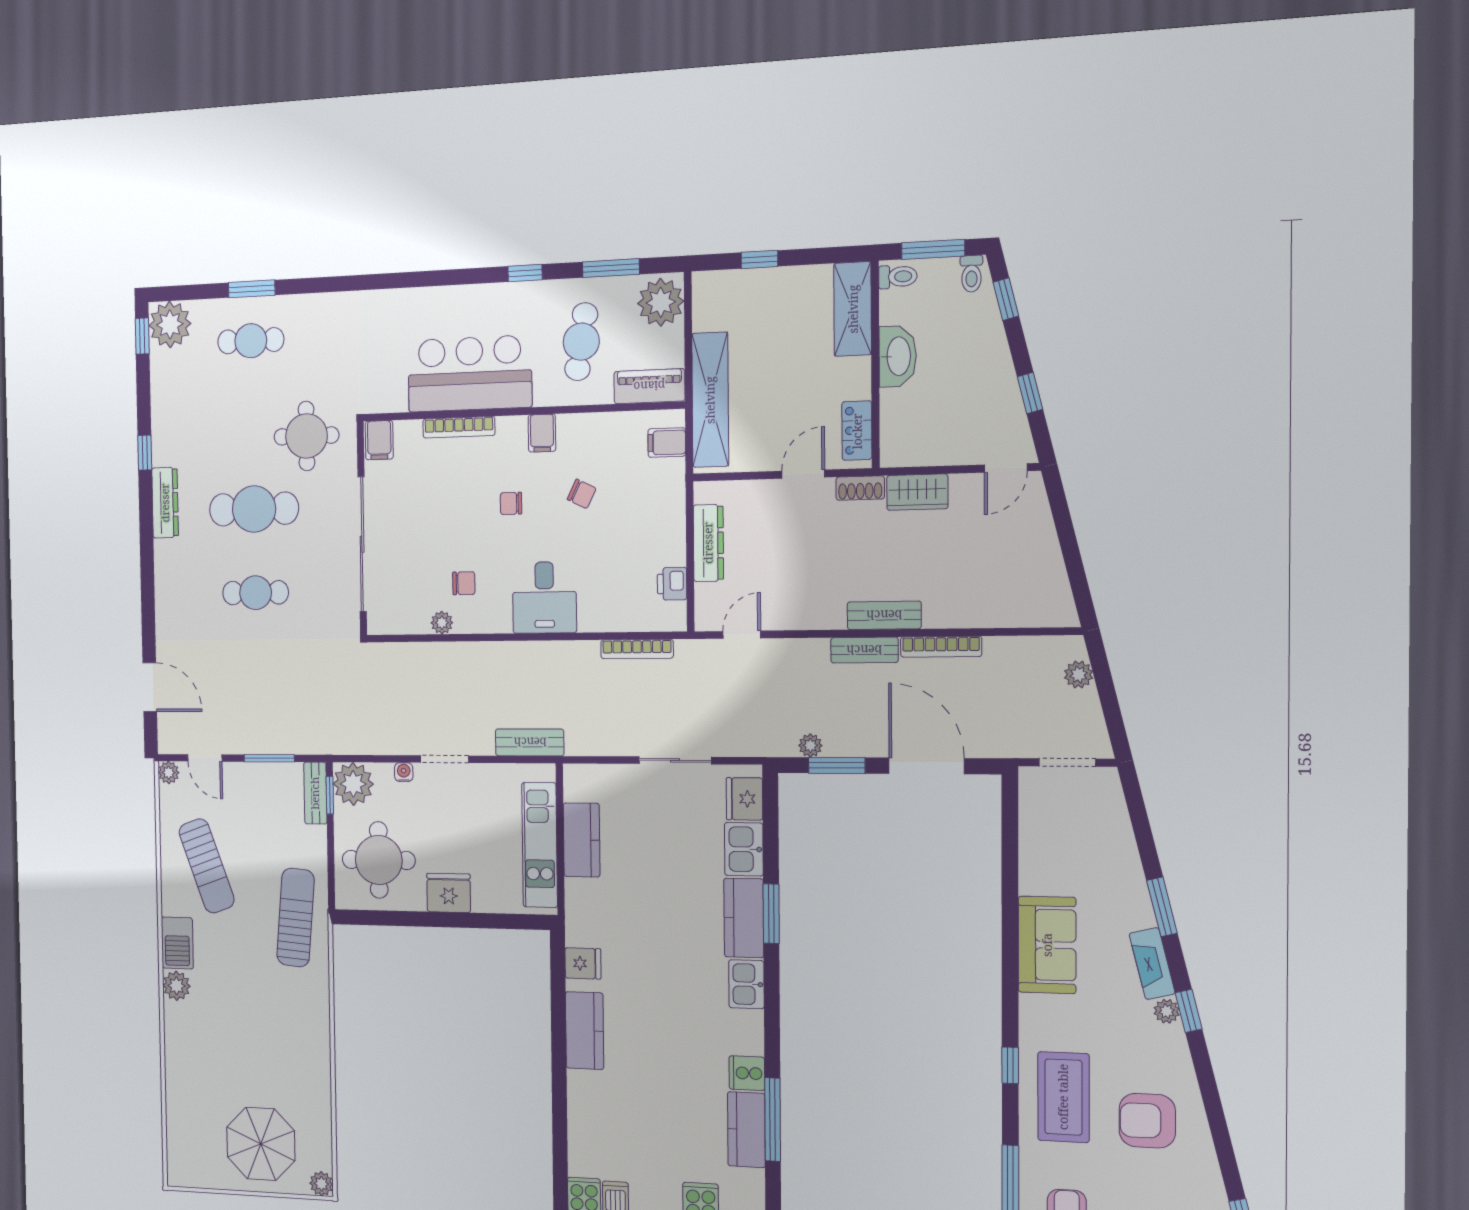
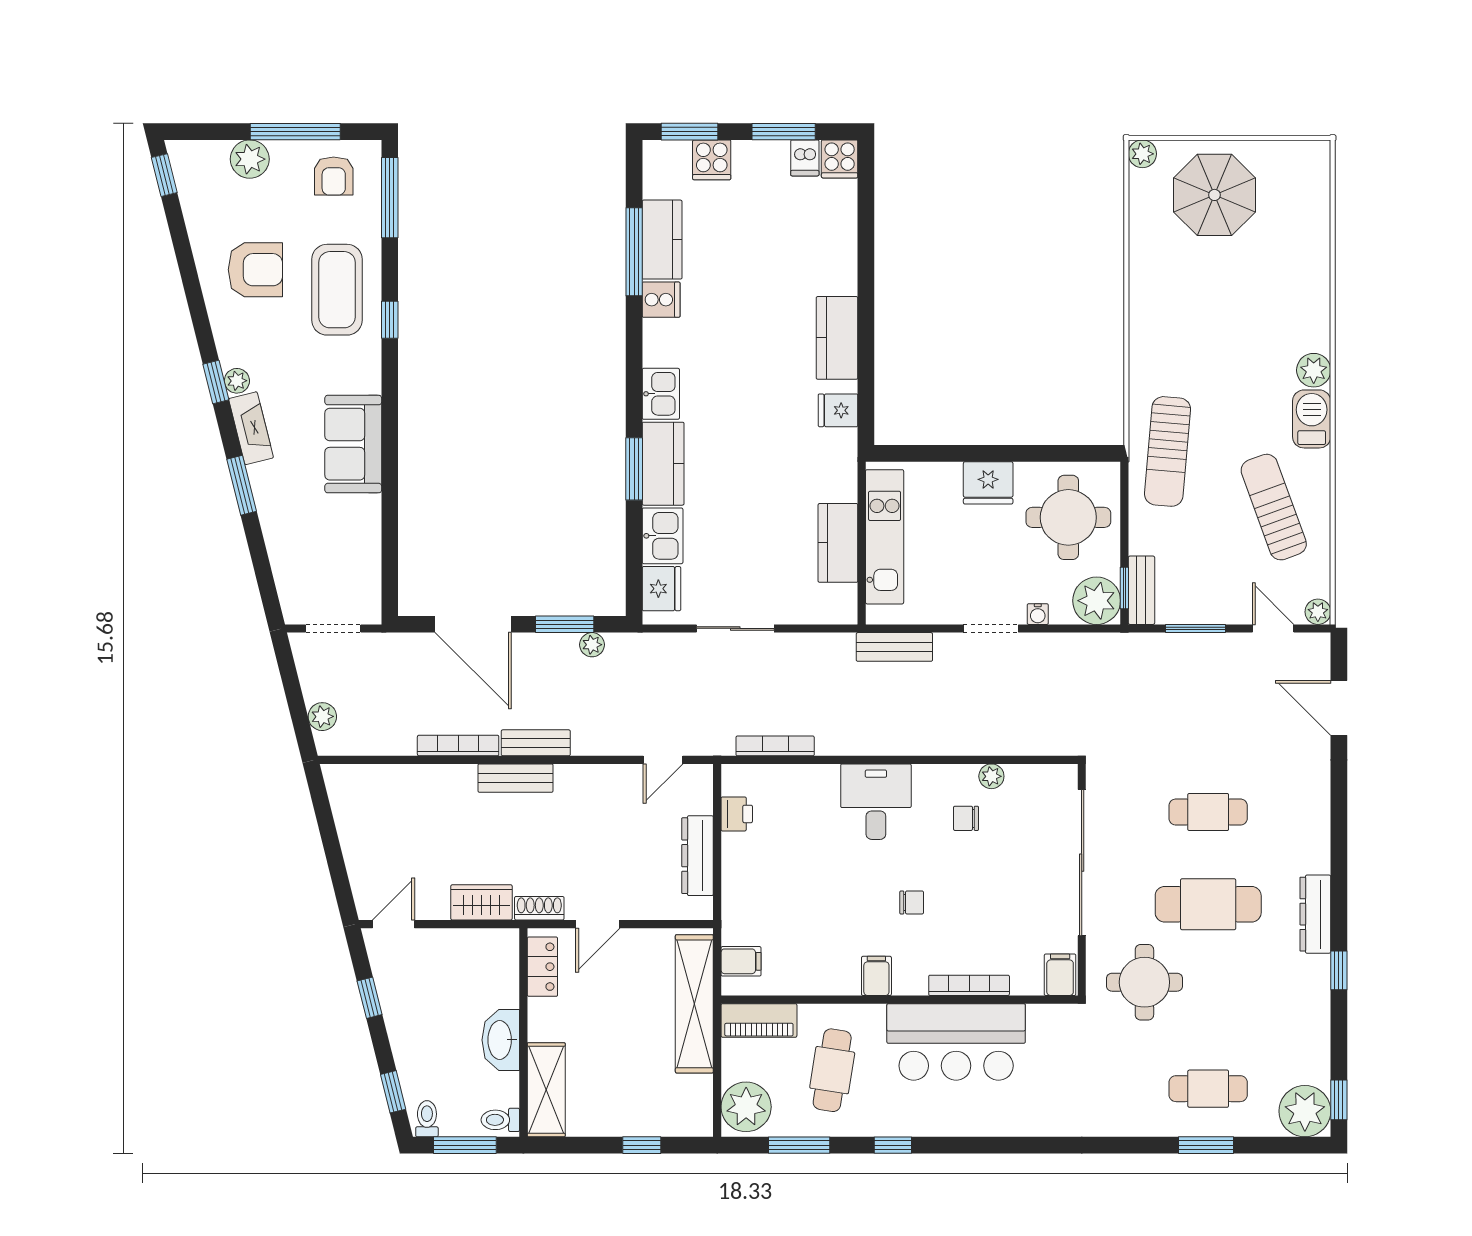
chair: (582, 494) -> (834, 910), removed

